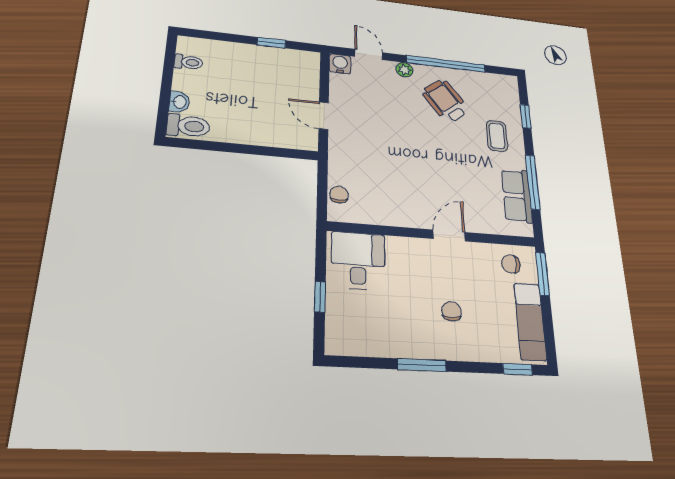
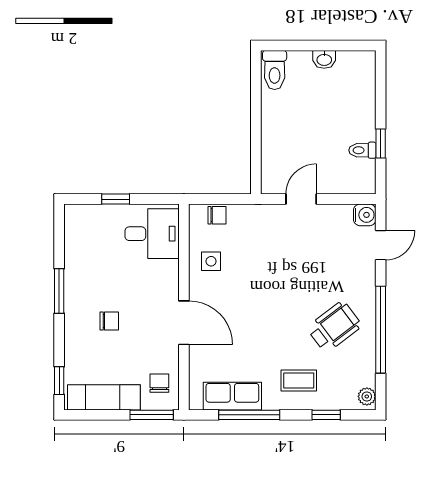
toilet: (188, 62) -> (362, 150), moved, turned 90
plant: (404, 70) -> (367, 396), moved
washbasin: (179, 102) -> (324, 59), moved
side table: (386, 204) -> (211, 261), added
door: (449, 235) -> (184, 323), width x1.38

